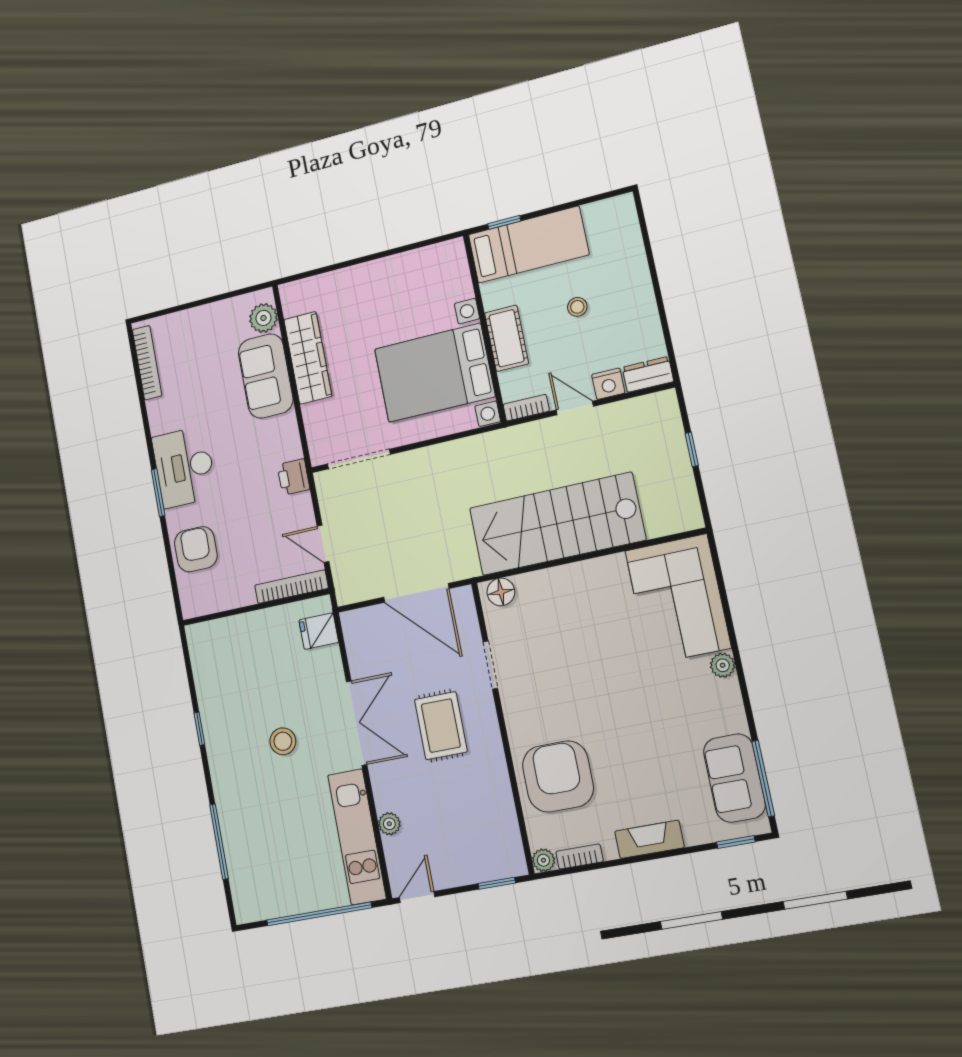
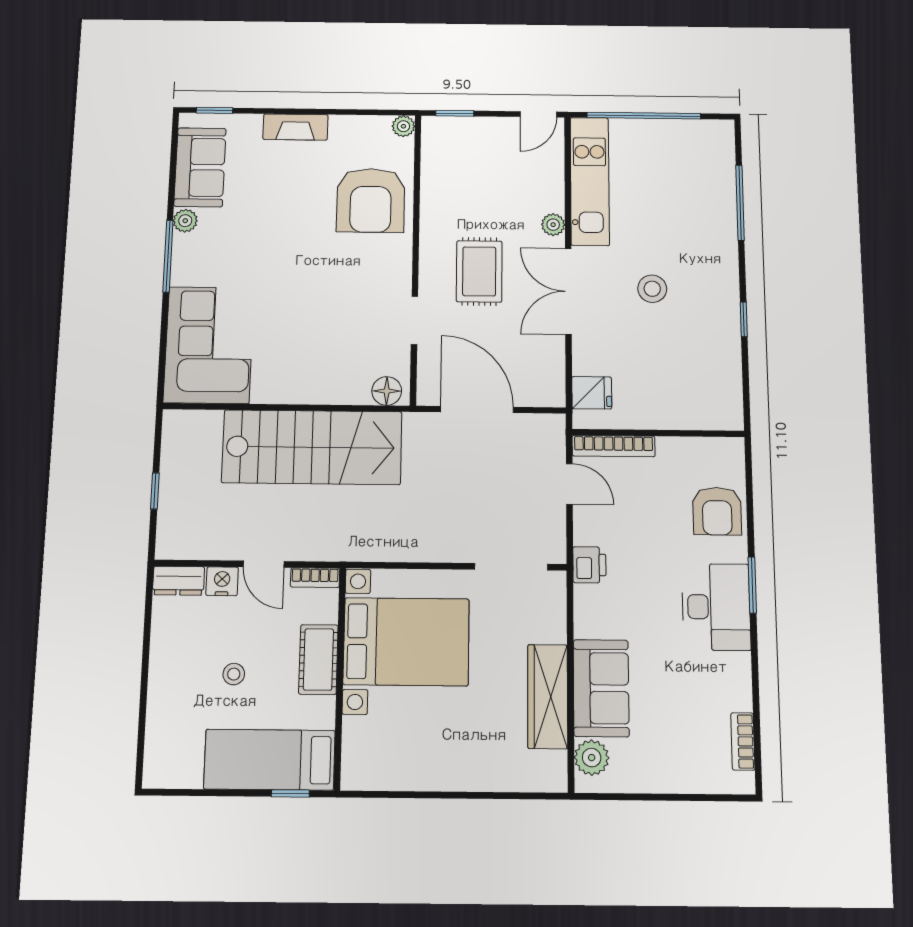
bookcase: (147, 363) -> (743, 741), width x0.64
plant: (723, 665) -> (185, 221), moved
window: (763, 779) -> (168, 256), moved
plant: (389, 824) -> (553, 225), moved
bookcase: (579, 856) -> (367, 123), removed

